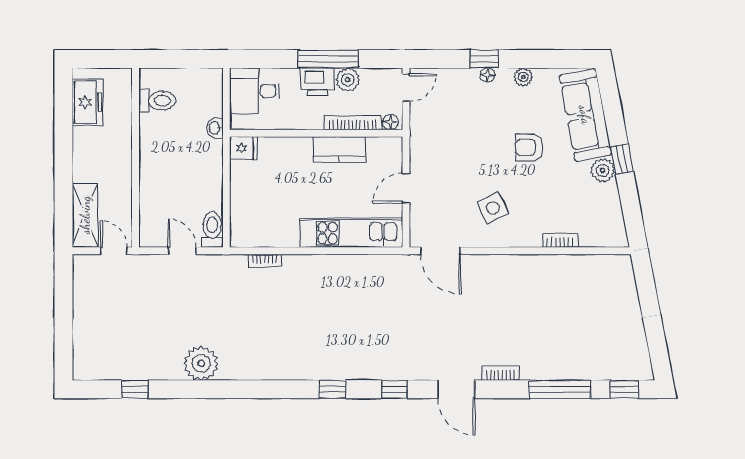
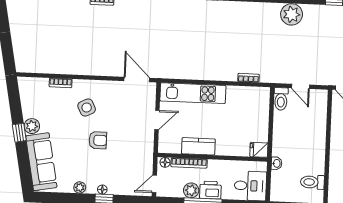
armchair: (529, 147) -> (98, 140), moved
side table: (493, 208) -> (87, 108), moved

